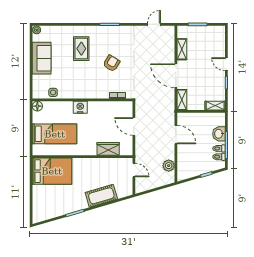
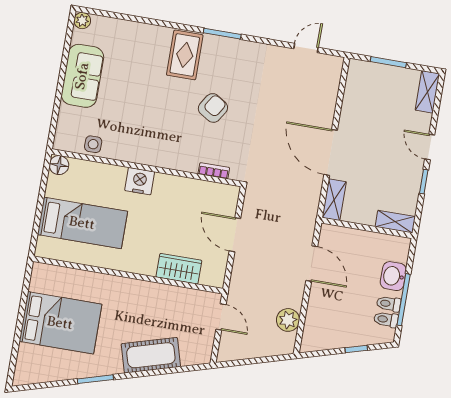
rug: (81, 49) -> (185, 55), moved
shelving: (182, 49) -> (427, 92), moved
bed: (52, 171) -> (60, 323), moved

